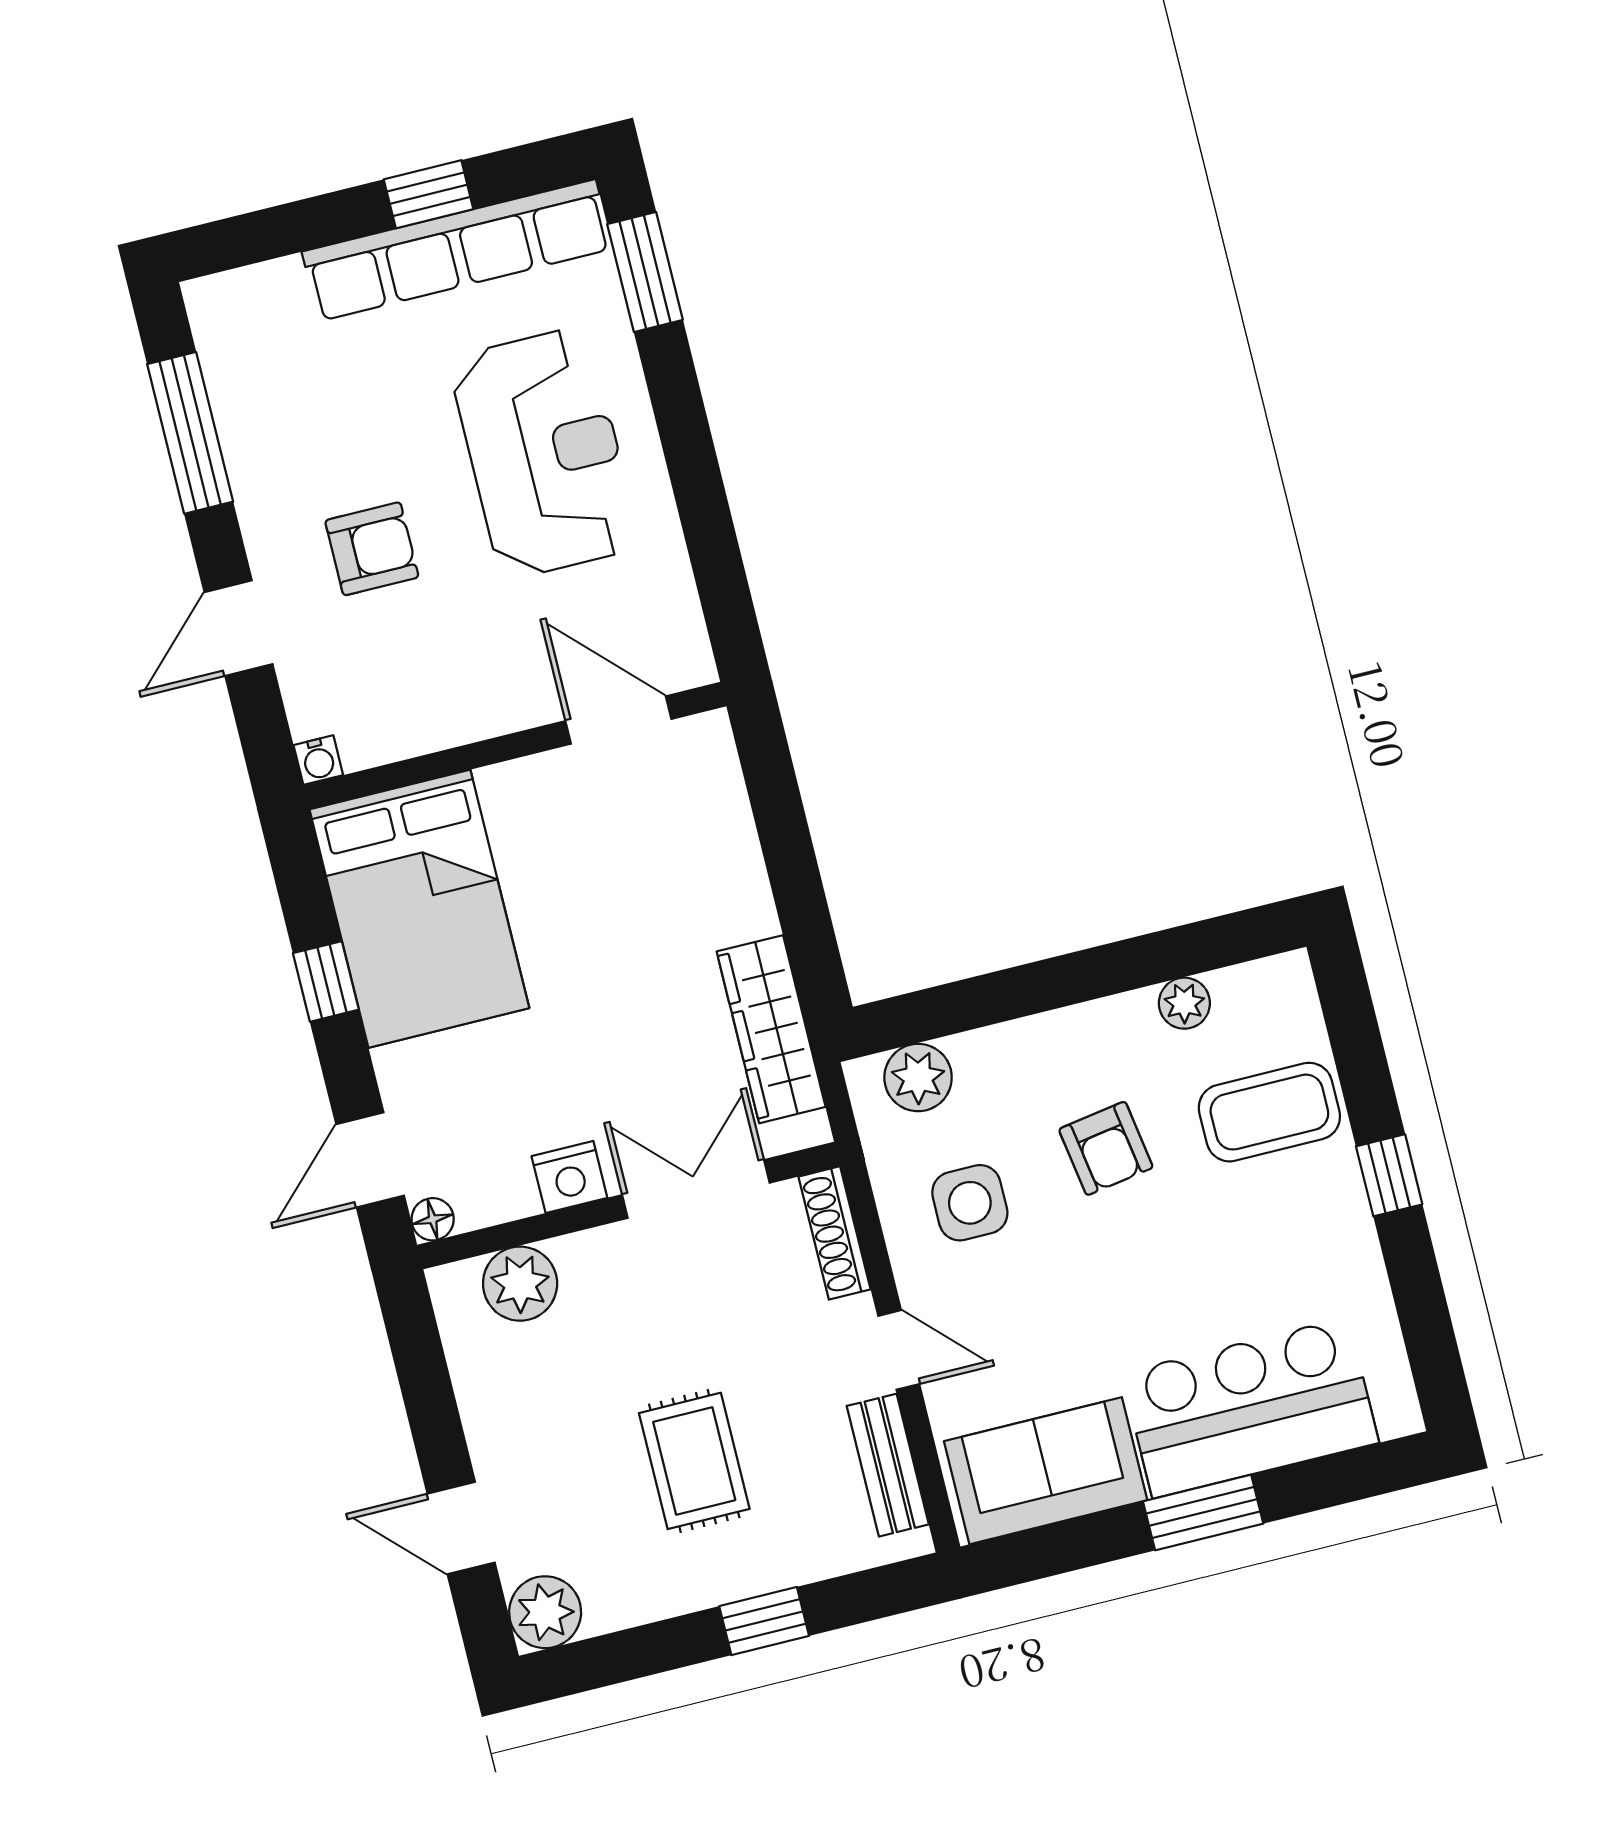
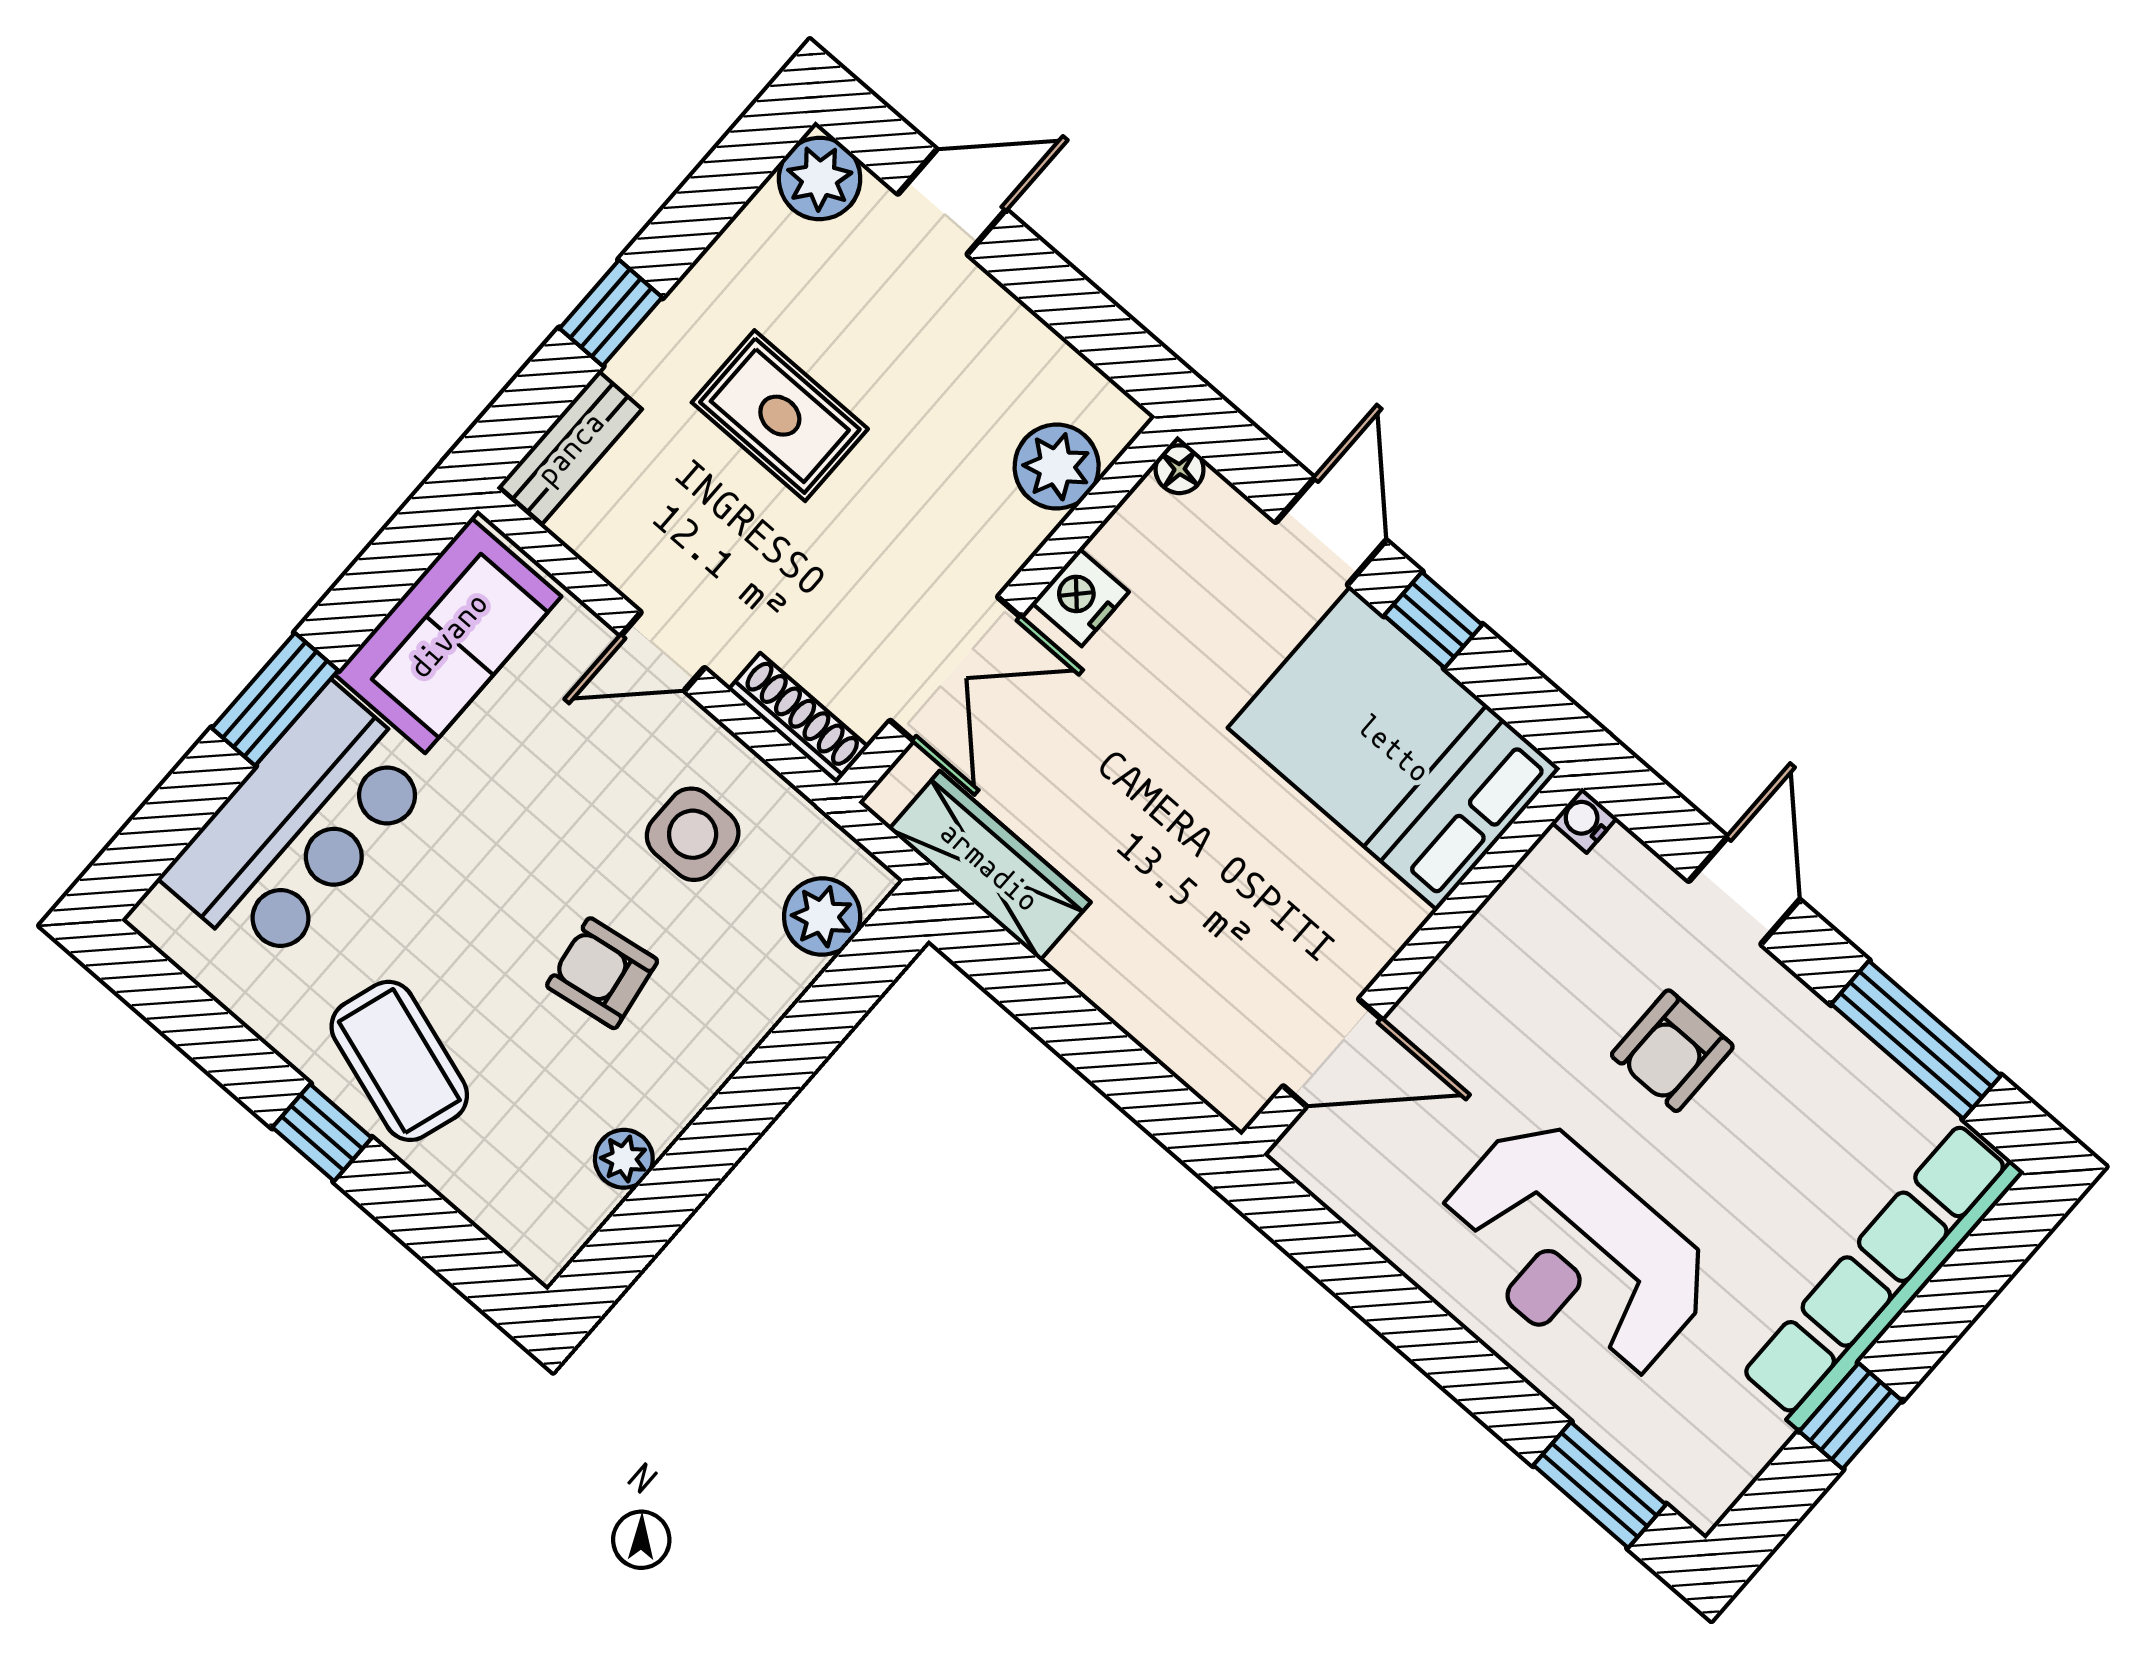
row of seats: (457, 250) -> (1881, 1275), moved
coffee table: (1269, 1112) -> (399, 1061), moved, turned -72
door: (370, 1160) -> (1331, 531), moved
bench: (888, 1465) -> (570, 448), moved, turned 90

